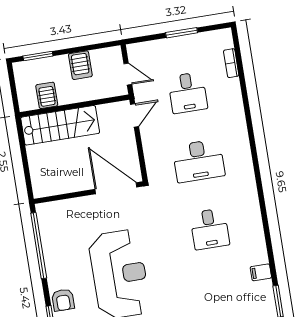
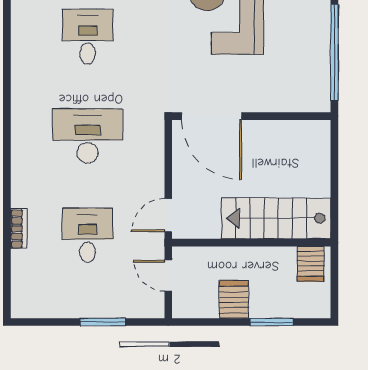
window: (182, 33) -> (103, 322), moved
window: (38, 56) -> (272, 322), moved
bookcase: (231, 63) -> (19, 229), moved
server rack: (47, 95) -> (311, 264), moved

